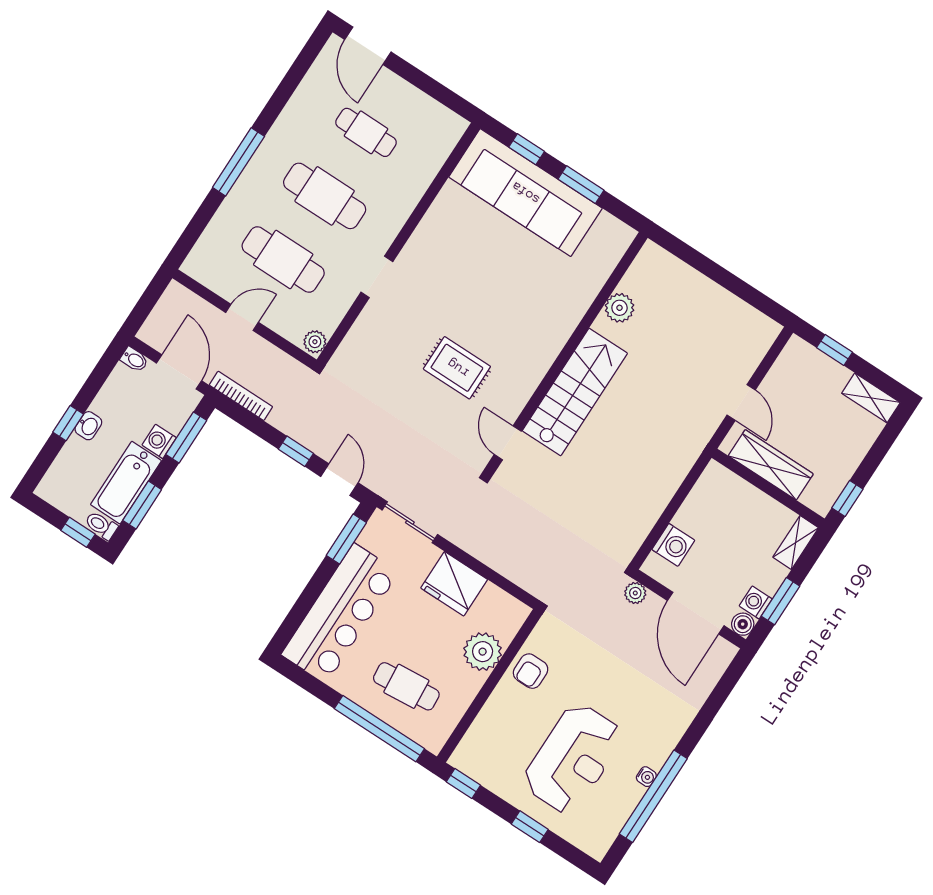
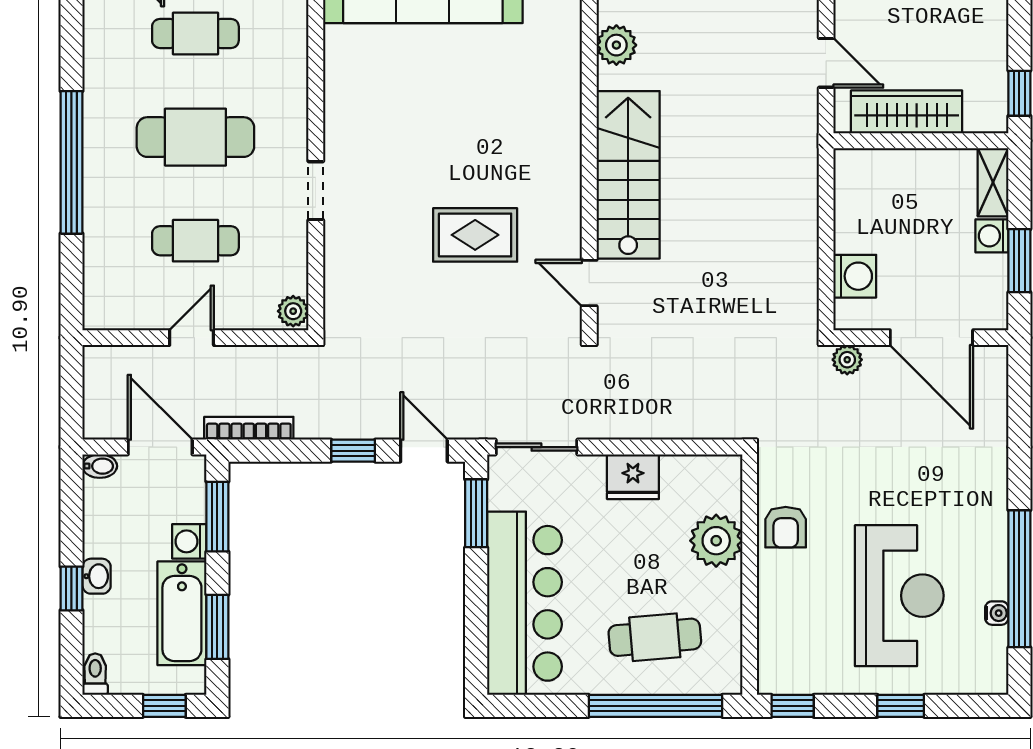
window: (238, 162) -> (71, 162), width x1.46
cafe table: (283, 259) -> (195, 241), width x0.73, depth x0.74
toilet: (101, 525) -> (95, 674), moved, turned 90
fridge: (454, 584) -> (633, 477), width x0.73, depth x0.75
washing machine: (756, 602) -> (992, 236), moved
boiler: (743, 624) -> (993, 315), removed
water cooler: (646, 777) -> (997, 613), moved

